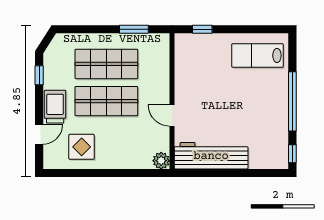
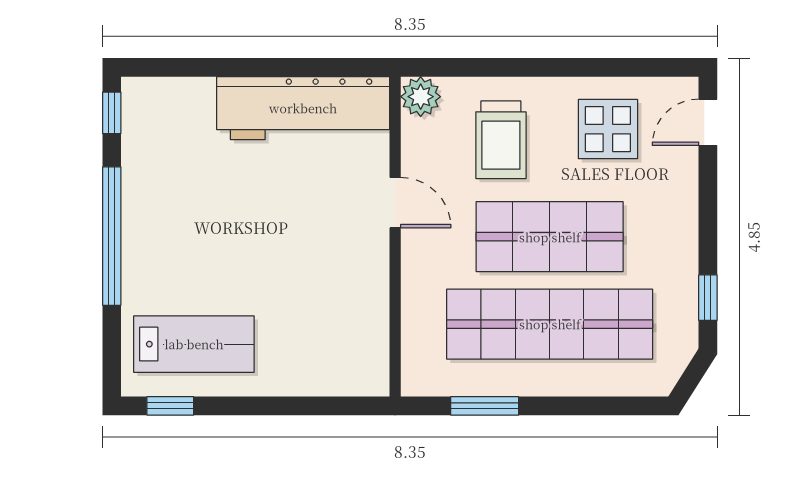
window: (202, 29) -> (170, 406), moved
shop shelf: (106, 64) -> (550, 324), width x1.40
trolley: (55, 107) -> (501, 140), moved
door: (39, 134) -> (708, 122), moved

